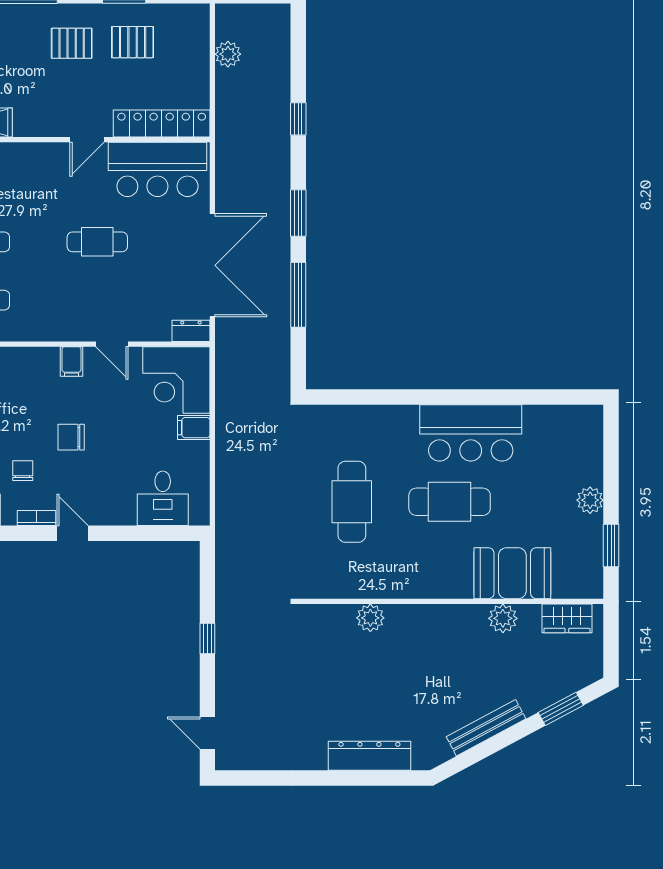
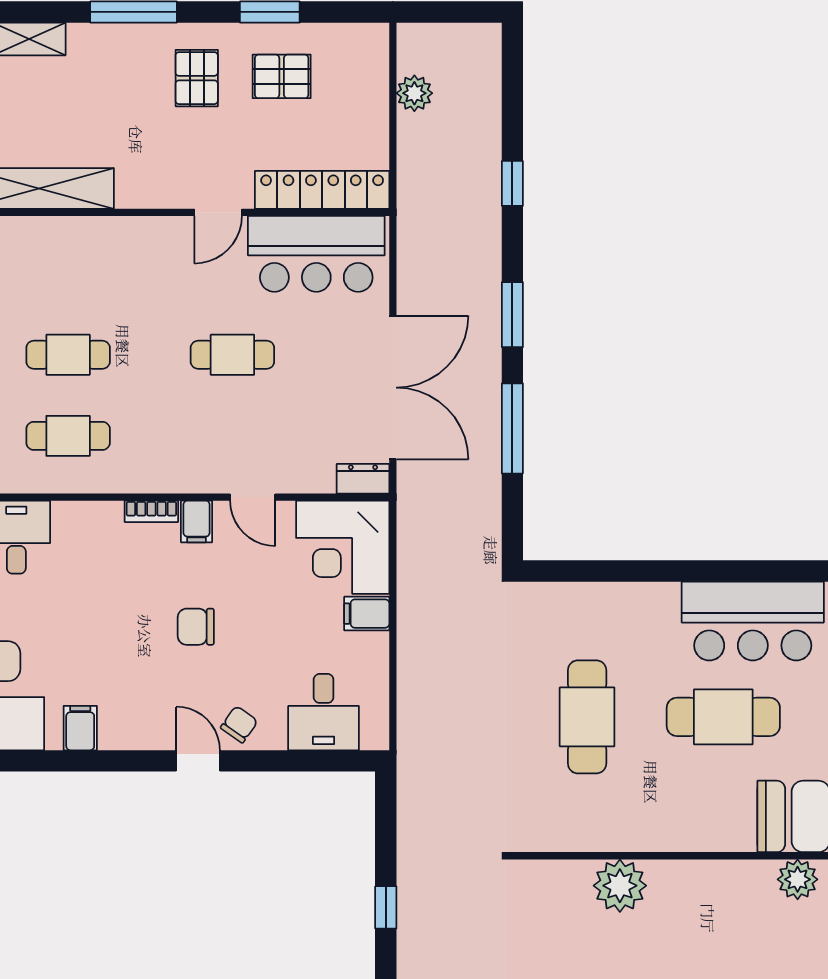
pallet: (72, 43) -> (197, 78), turned 90
chair: (23, 471) -> (239, 724), moved, turned 35
bookcase: (37, 518) -> (151, 511), moved, turned 180
plant: (370, 618) -> (620, 886), width x1.36, depth x1.36

